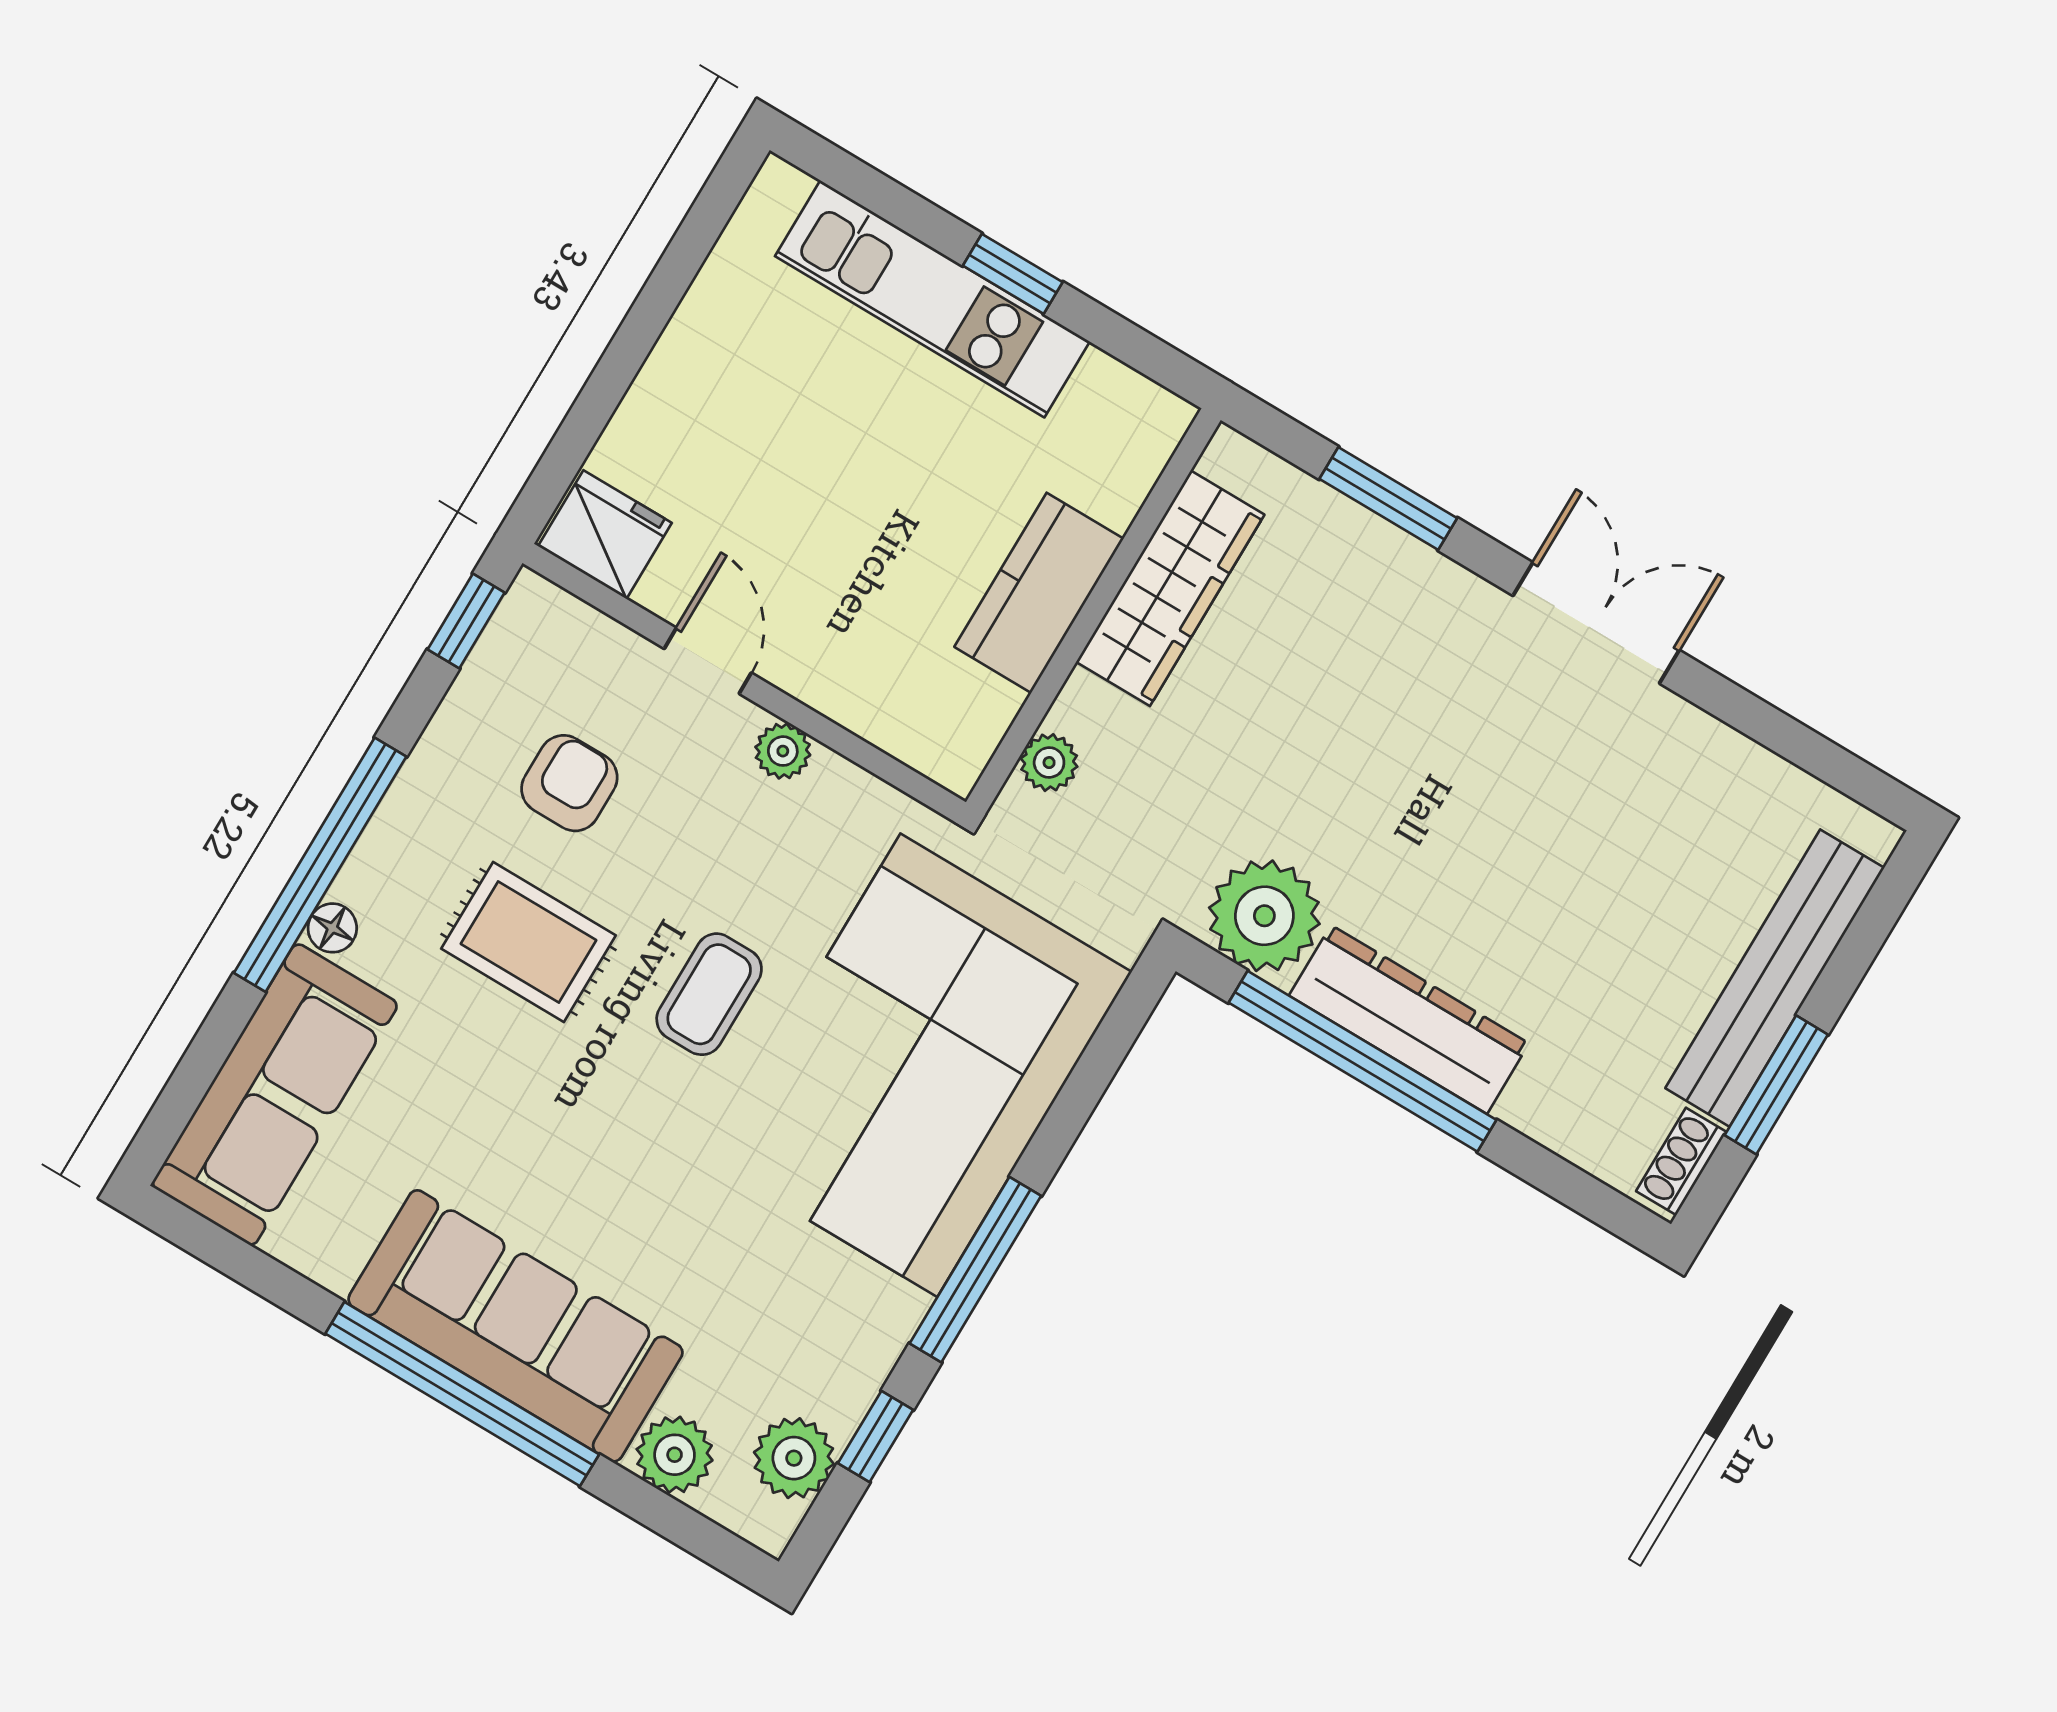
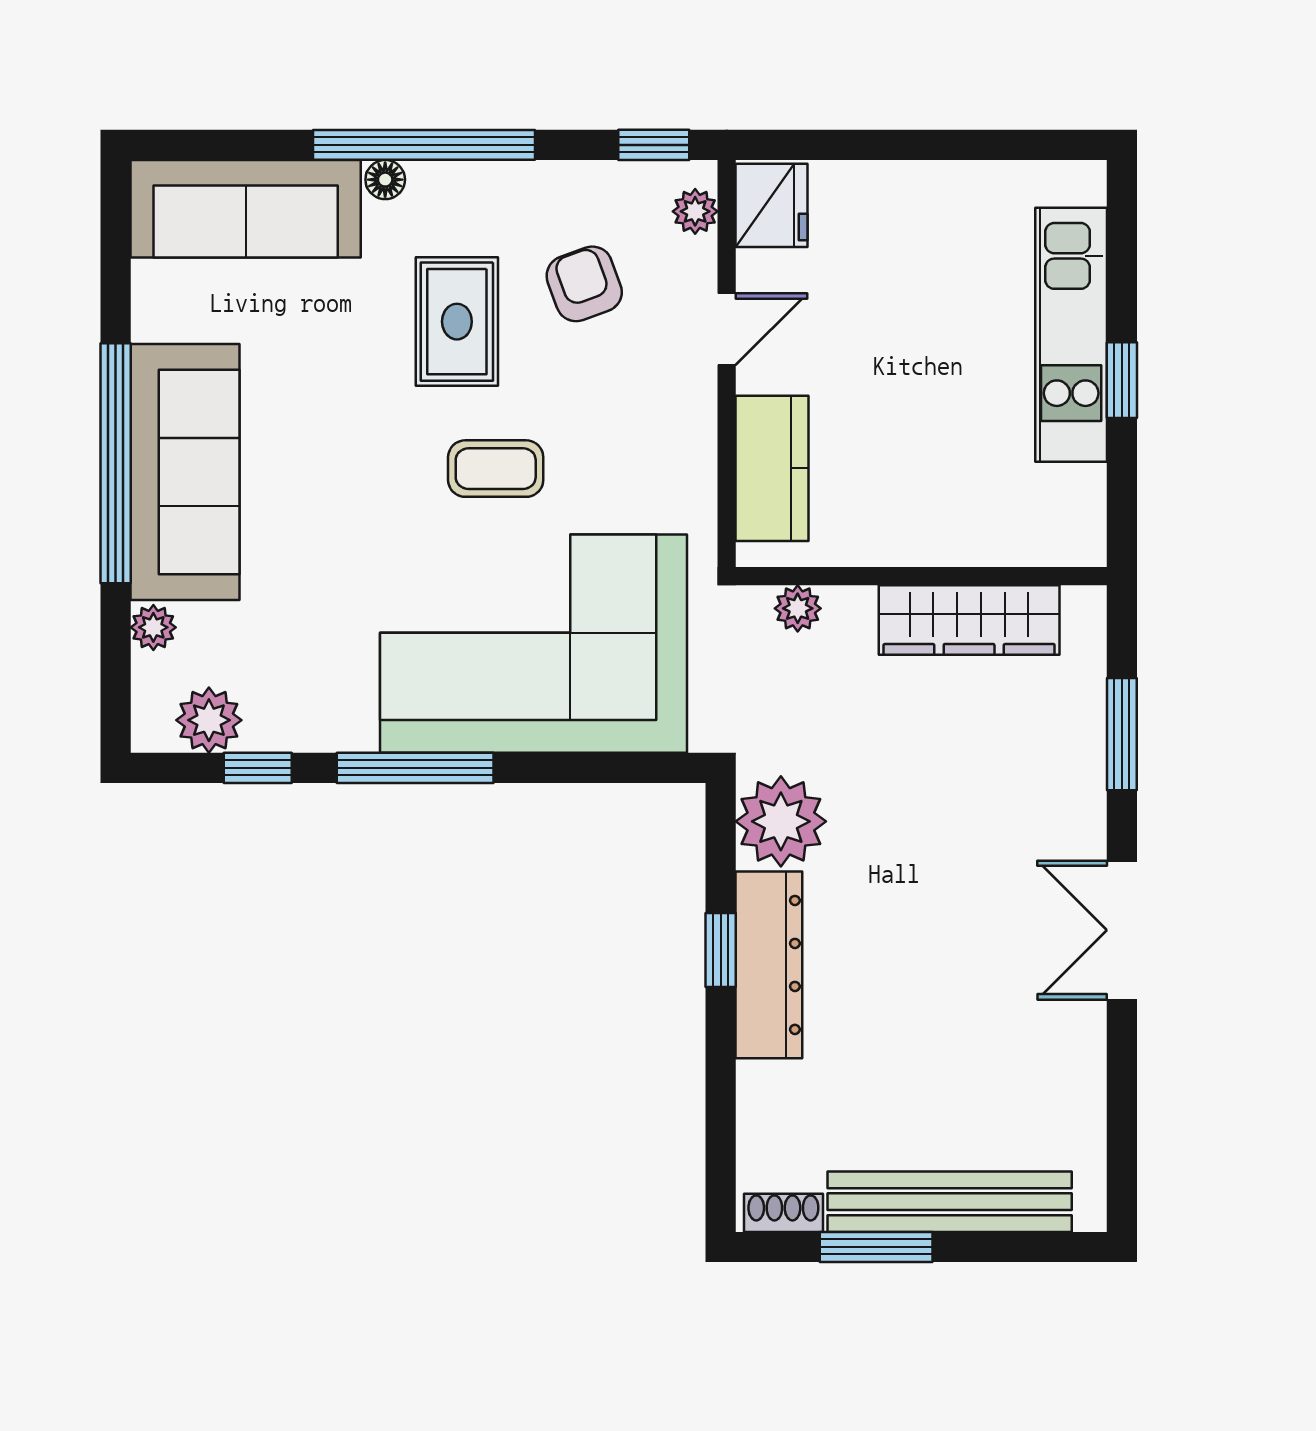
kitchen counter: (1039, 593) -> (772, 468), moved, turned 90
double door: (1596, 623) -> (1122, 930), swing flipped
plant: (783, 751) -> (695, 211), moved
armchair: (569, 783) -> (584, 284), turned -110
window: (1362, 1061) -> (721, 950), width x0.32
plant: (675, 1455) -> (153, 627), width x0.73, depth x0.73

